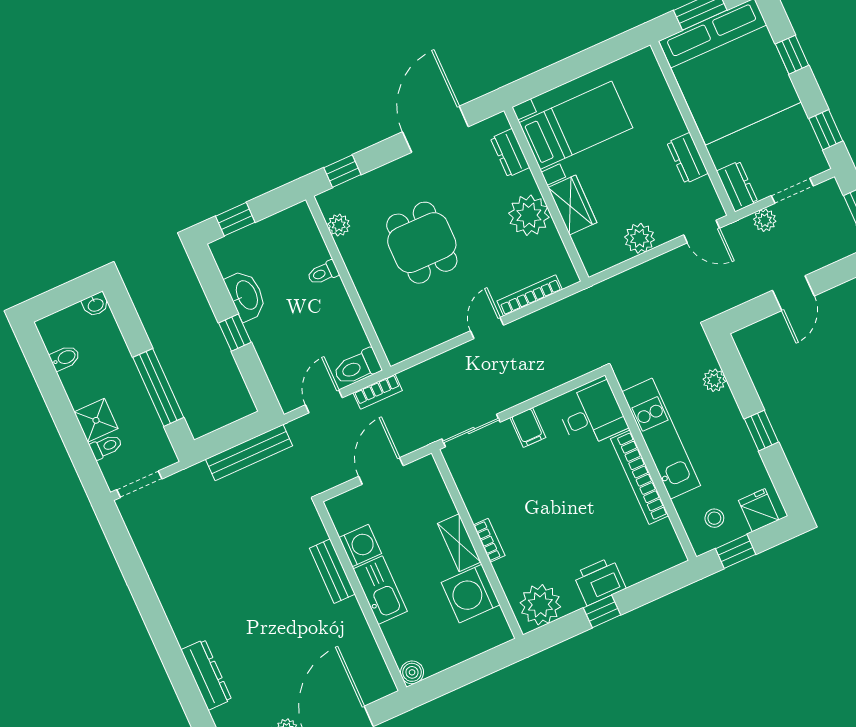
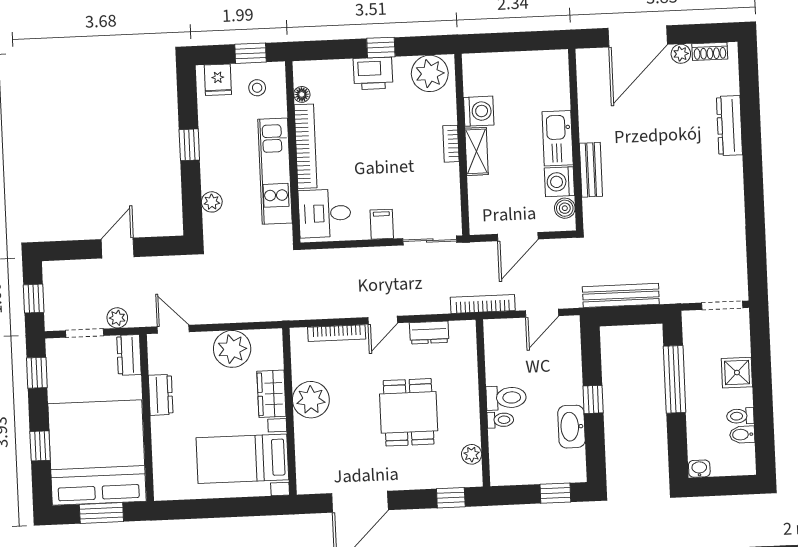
dresser: (510, 153) -> (429, 333), moved, turned 90
plant: (639, 238) -> (232, 349), width x1.36, depth x1.36
toilet: (357, 367) -> (506, 398), moved
bookcase: (378, 392) -> (483, 304), width x1.56
toilet: (106, 447) -> (740, 416), moved
floor lamp: (665, 530) -> (302, 94), added
washing machine: (471, 594) -> (479, 111), width x0.73, depth x0.73
boiler: (412, 672) -> (565, 208), moved

